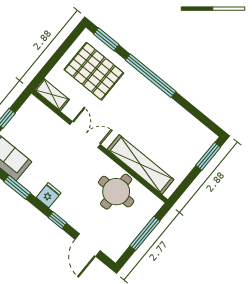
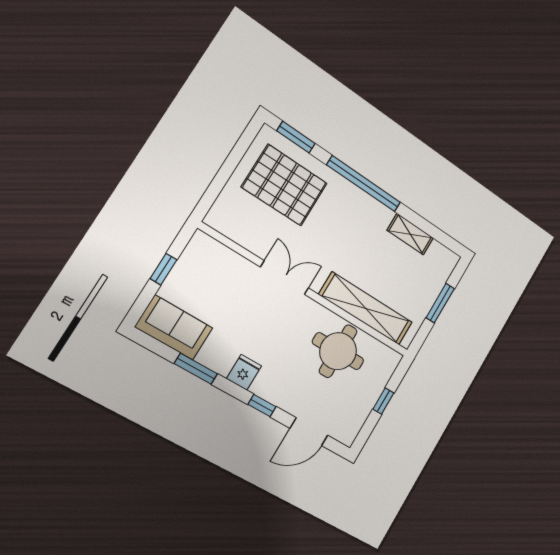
shelving: (52, 95) -> (410, 234), moved
window: (208, 156) -> (440, 303), moved
window: (145, 233) -> (383, 401), width x0.46
door: (88, 245) -> (309, 432), hinge flipped

